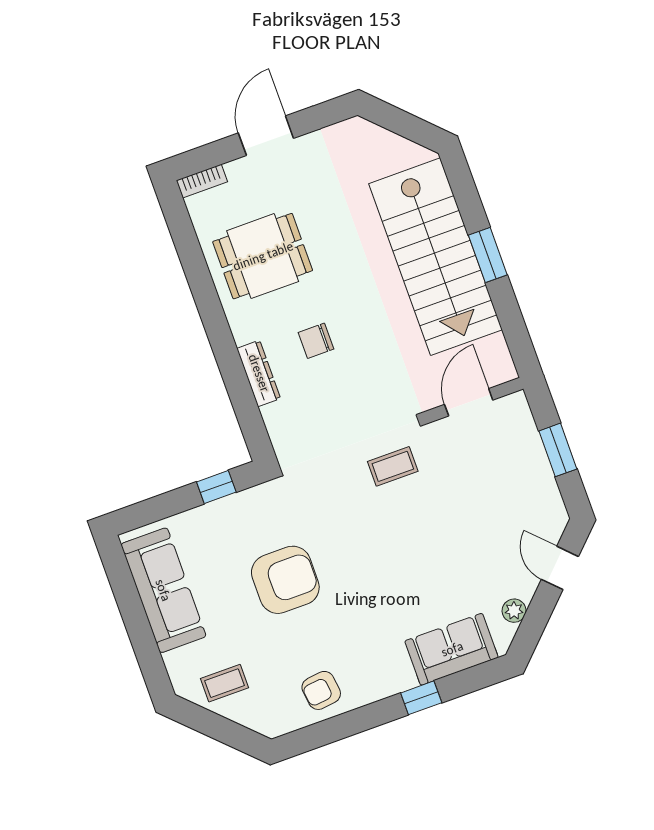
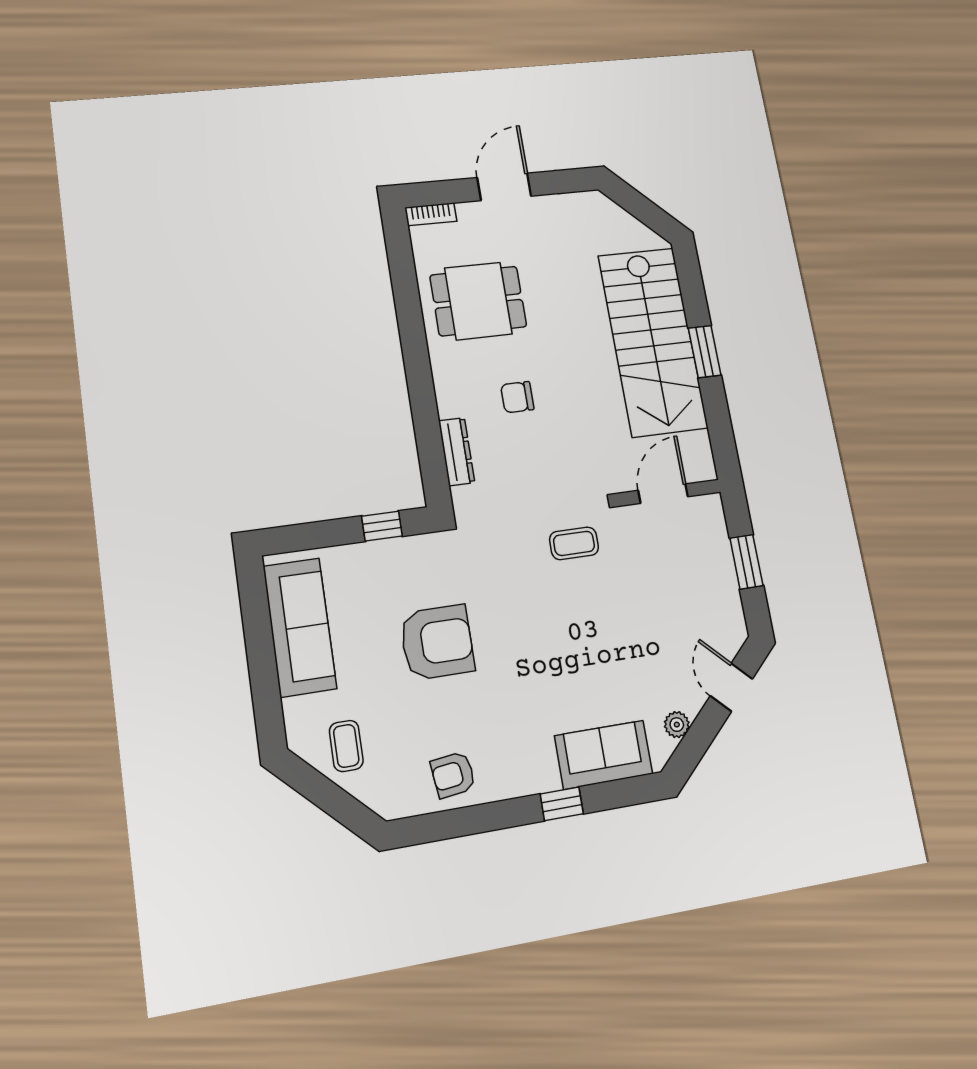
dresser: (259, 373) -> (457, 452), moved
coffee table: (224, 683) -> (346, 746), turned 90

